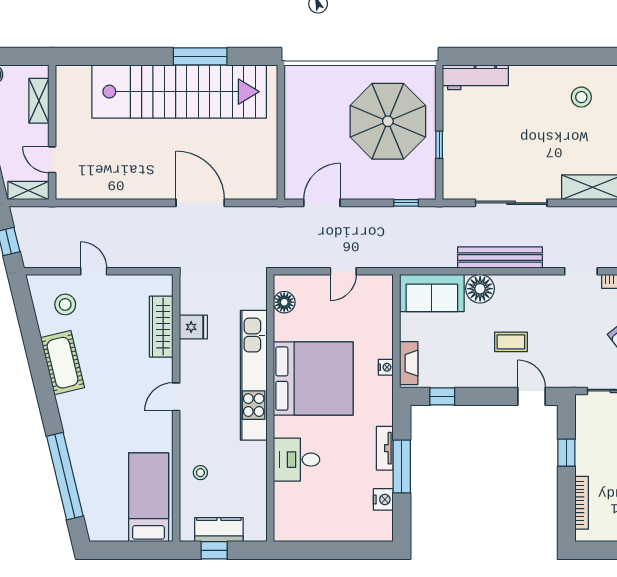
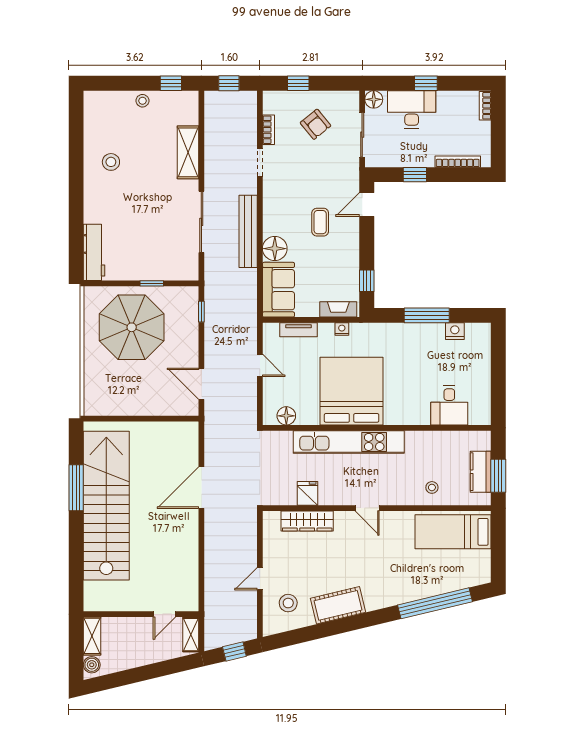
shelving: (39, 101) -> (92, 636), moved, turned 90
tv unit: (385, 448) -> (298, 330), moved
desk: (297, 460) -> (449, 405), moved
window: (214, 550) -> (498, 476), width x1.50

